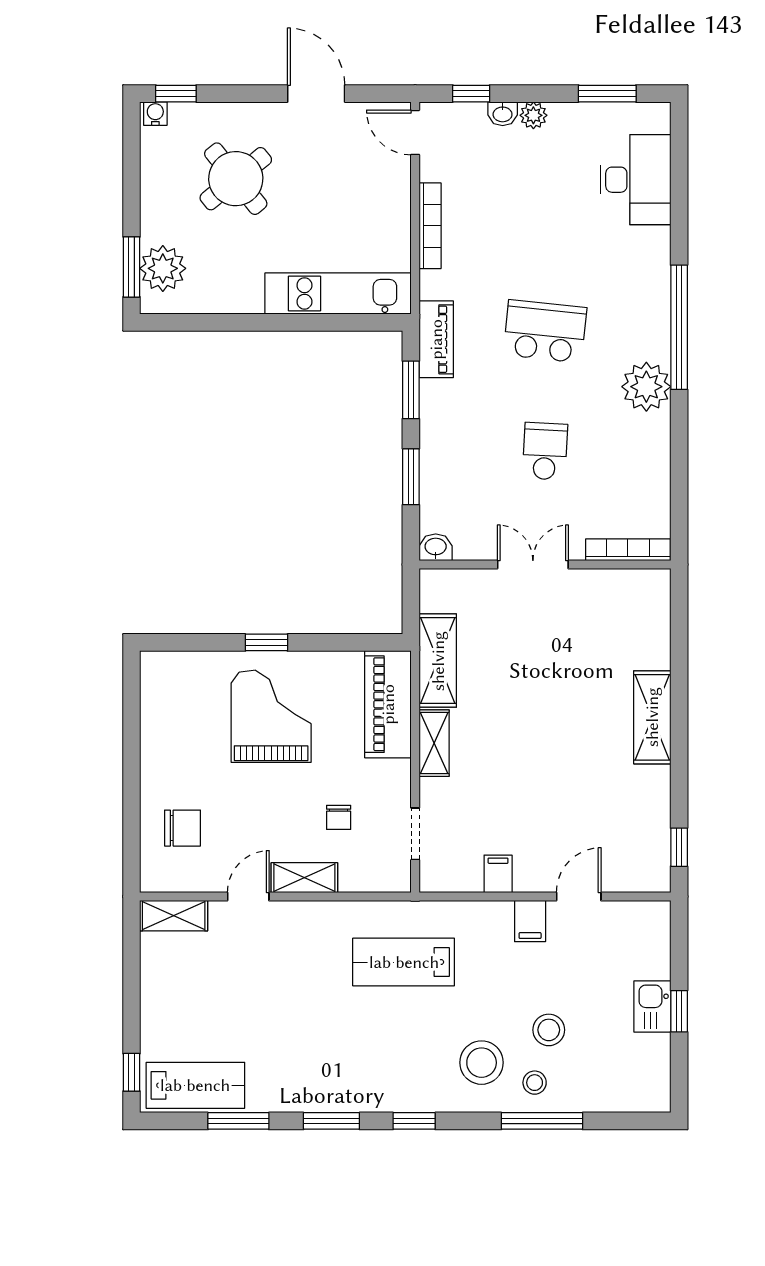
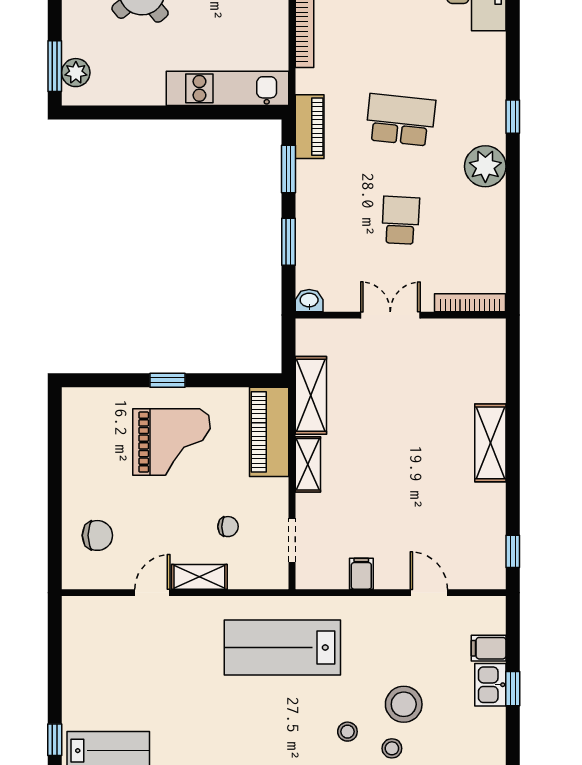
plant: (163, 268) -> (76, 73), width x0.73, depth x0.73
window: (679, 327) -> (513, 117), width x0.32
grand piano: (271, 716) -> (172, 442), turned 90
chair: (339, 817) -> (228, 527), turned -90
door: (579, 896) -> (429, 593), hinge flipped
shelving: (174, 916) -> (90, 609), removed
filing cabinet: (530, 921) -> (489, 648), moved, turned 90
lab bench: (404, 962) -> (282, 647), width x1.36, depth x1.39
stool: (549, 1030) -> (404, 704), width x1.38, depth x1.38
stool: (482, 1063) -> (347, 732), width x0.53, depth x0.53

